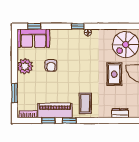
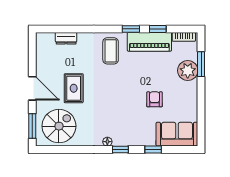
window: (34, 26) -> (153, 150), moved
plant: (25, 66) -> (188, 71), moved

